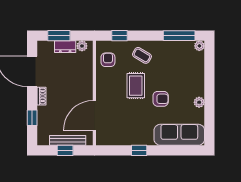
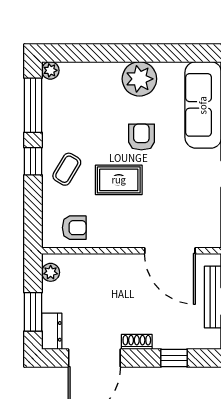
window: (120, 36) -> (33, 161), moved
dresser: (65, 47) -> (52, 331), moved
armchair: (108, 60) -> (74, 228), turned 180
plant: (199, 102) -> (139, 79), width x1.88, depth x1.88

